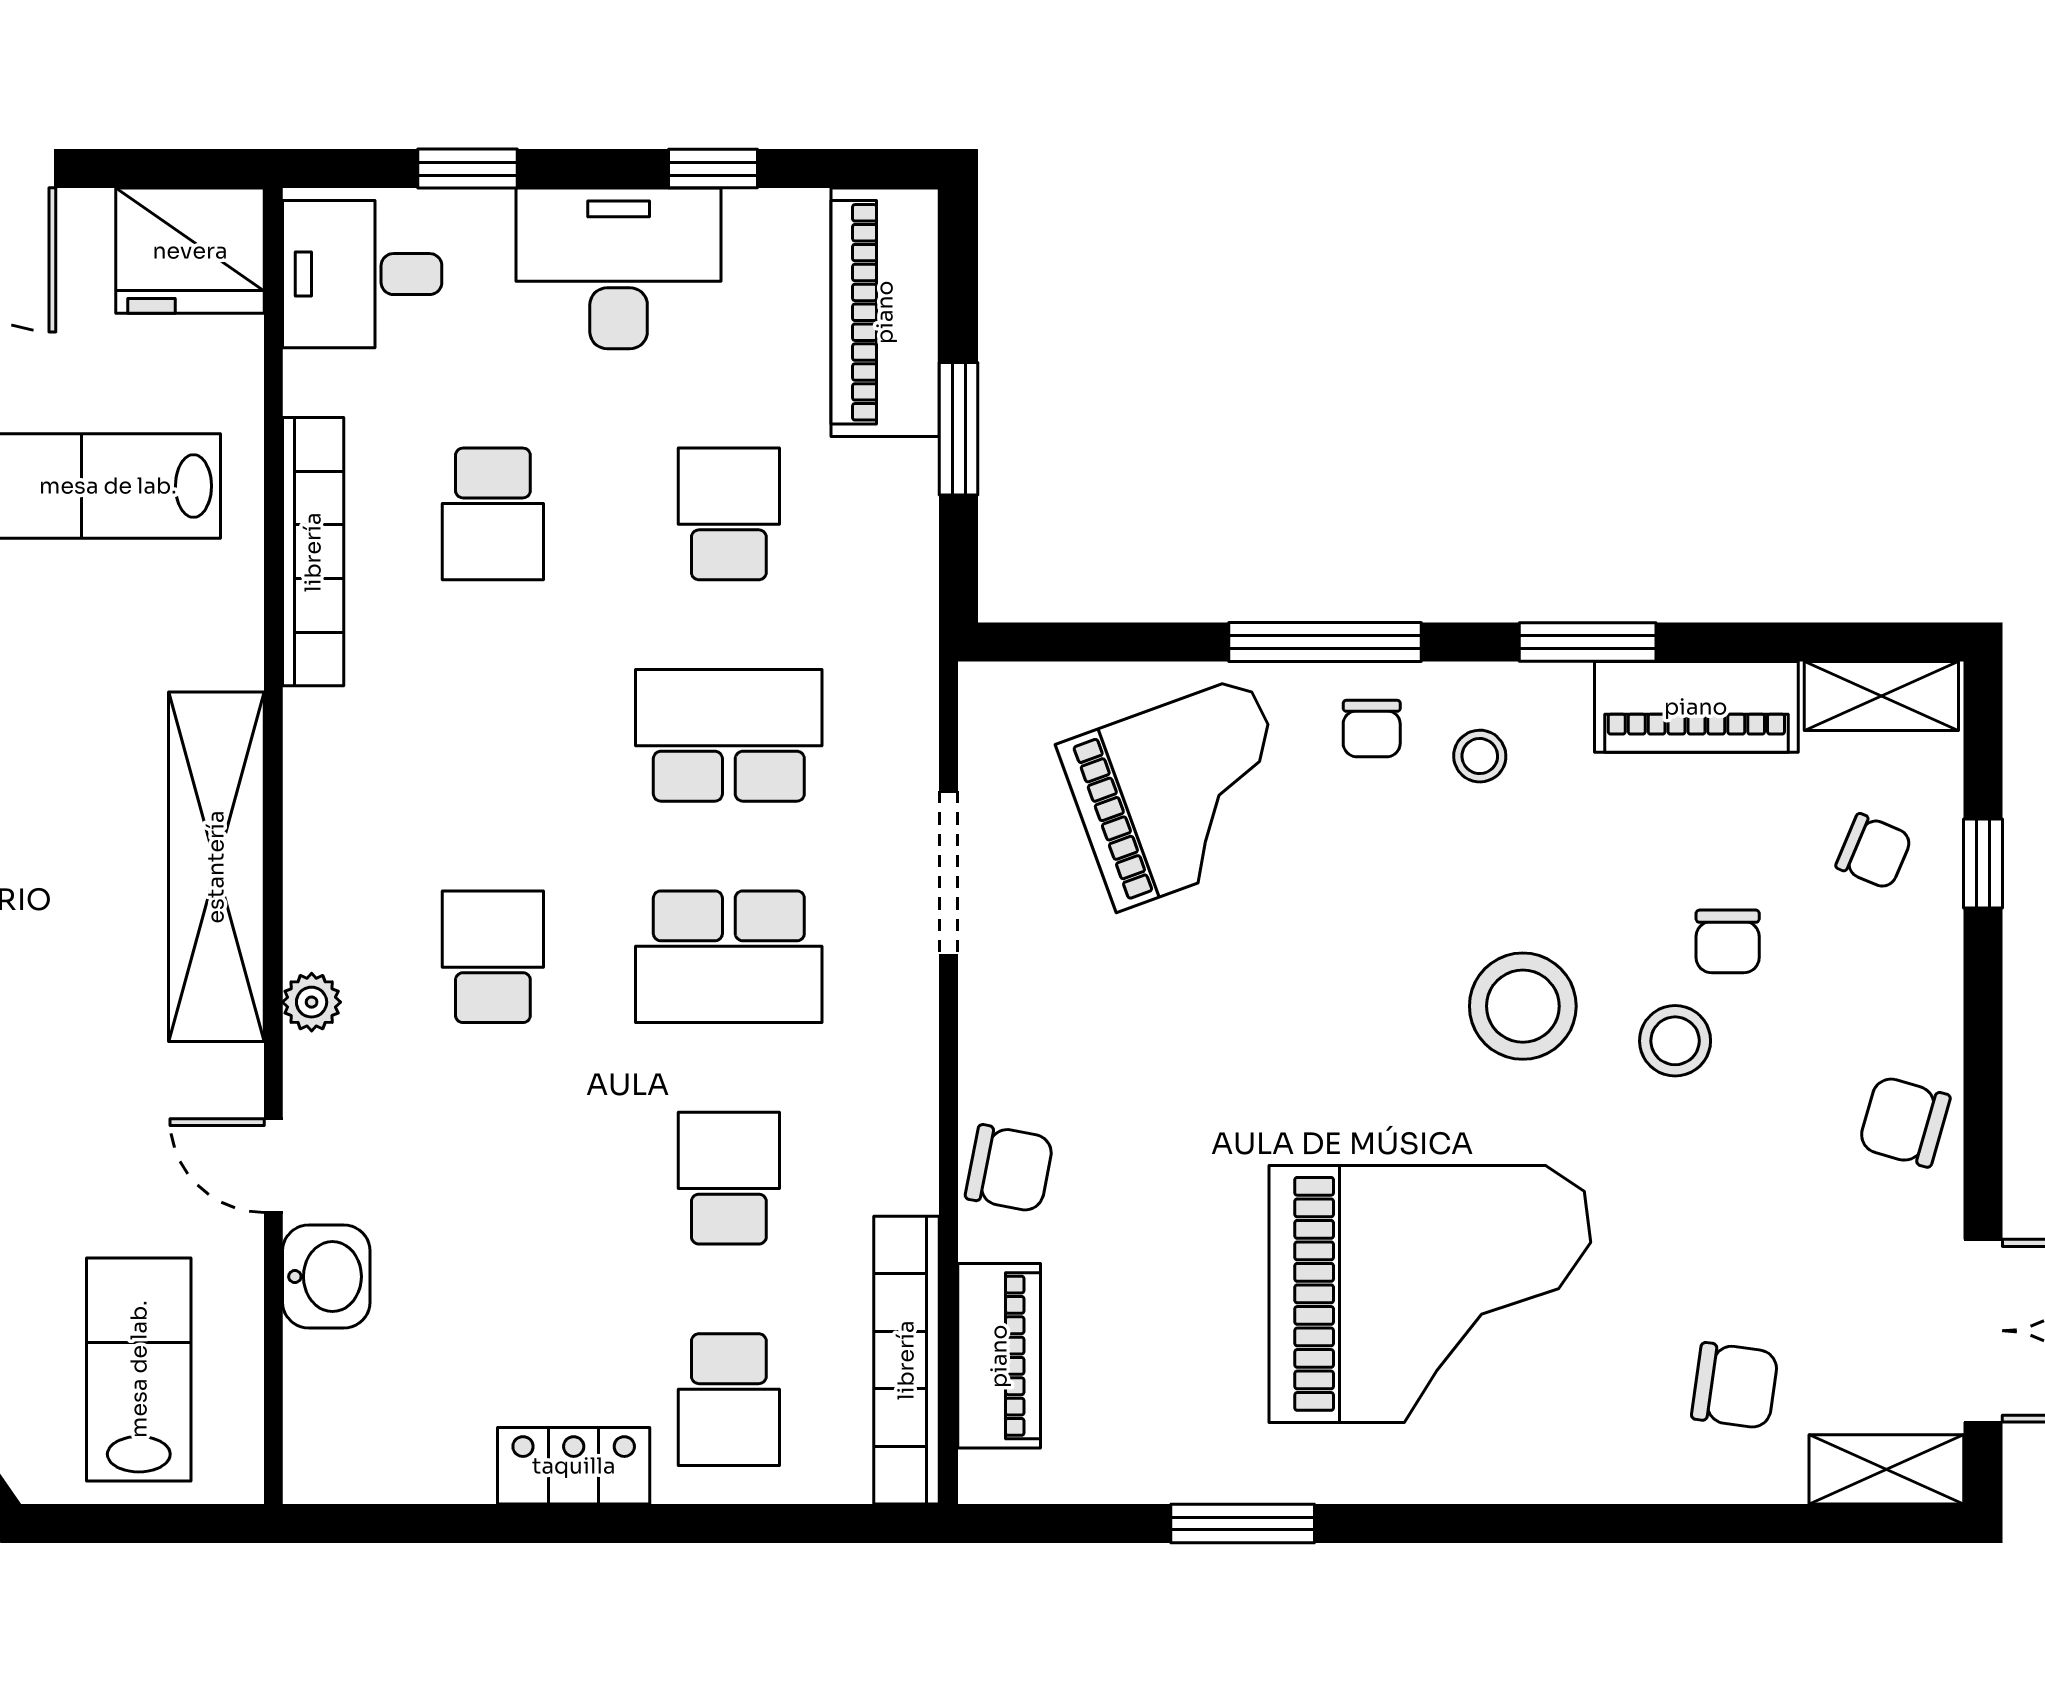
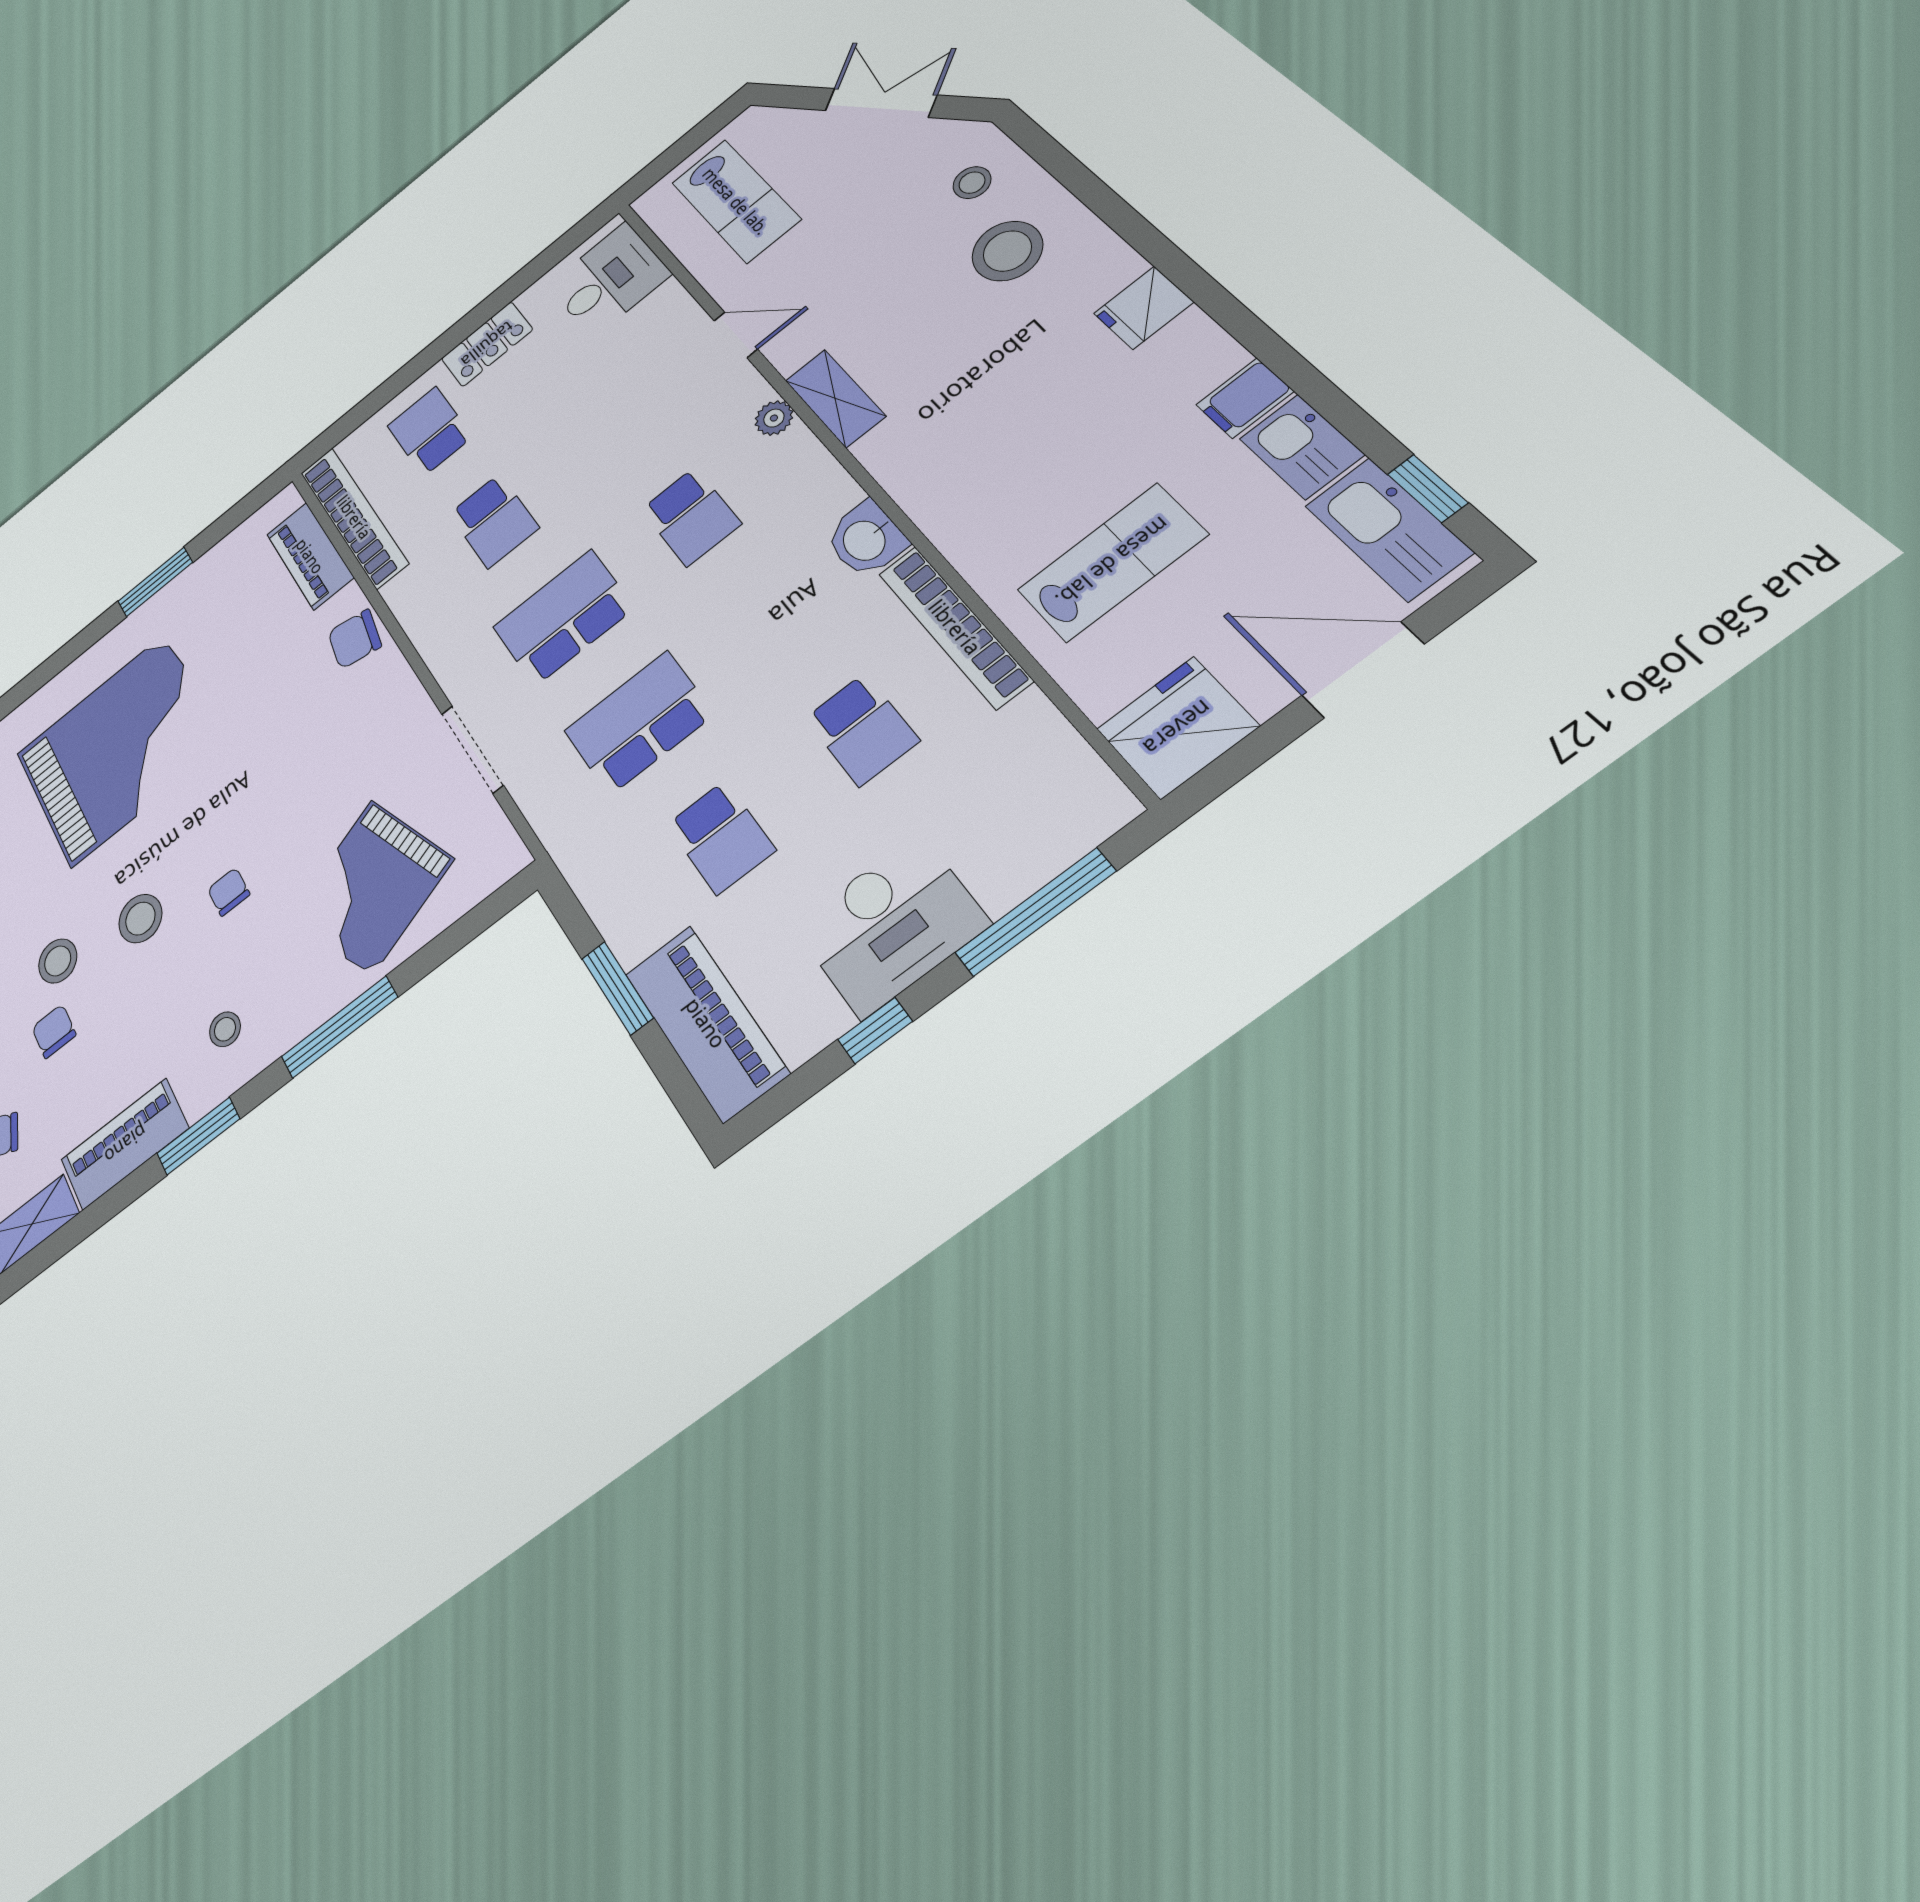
window: (467, 169) -> (1035, 912), width x2.17
desk: (362, 274) -> (609, 280), moved
school desk: (493, 514) -> (862, 729), turned 180
chair: (1372, 729) -> (229, 892), moved
school desk: (729, 735) -> (639, 723), turned 180
shelving: (216, 867) -> (835, 398), width x0.45, depth x0.75
stool: (1523, 1006) -> (140, 919), width x0.73, depth x0.73
washbasin: (326, 1277) -> (866, 539), moved
grand piano: (1430, 1294) -> (119, 749), turned 180

